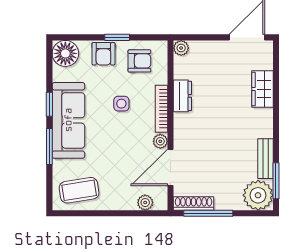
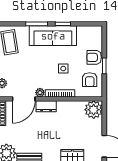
plant: (181, 48) -> (94, 110), width x1.88, depth x1.88
floor lamp: (65, 53) -> (94, 34), removed
dresser: (182, 96) -> (46, 106), moved
door: (170, 167) -> (24, 99), swing flipped

